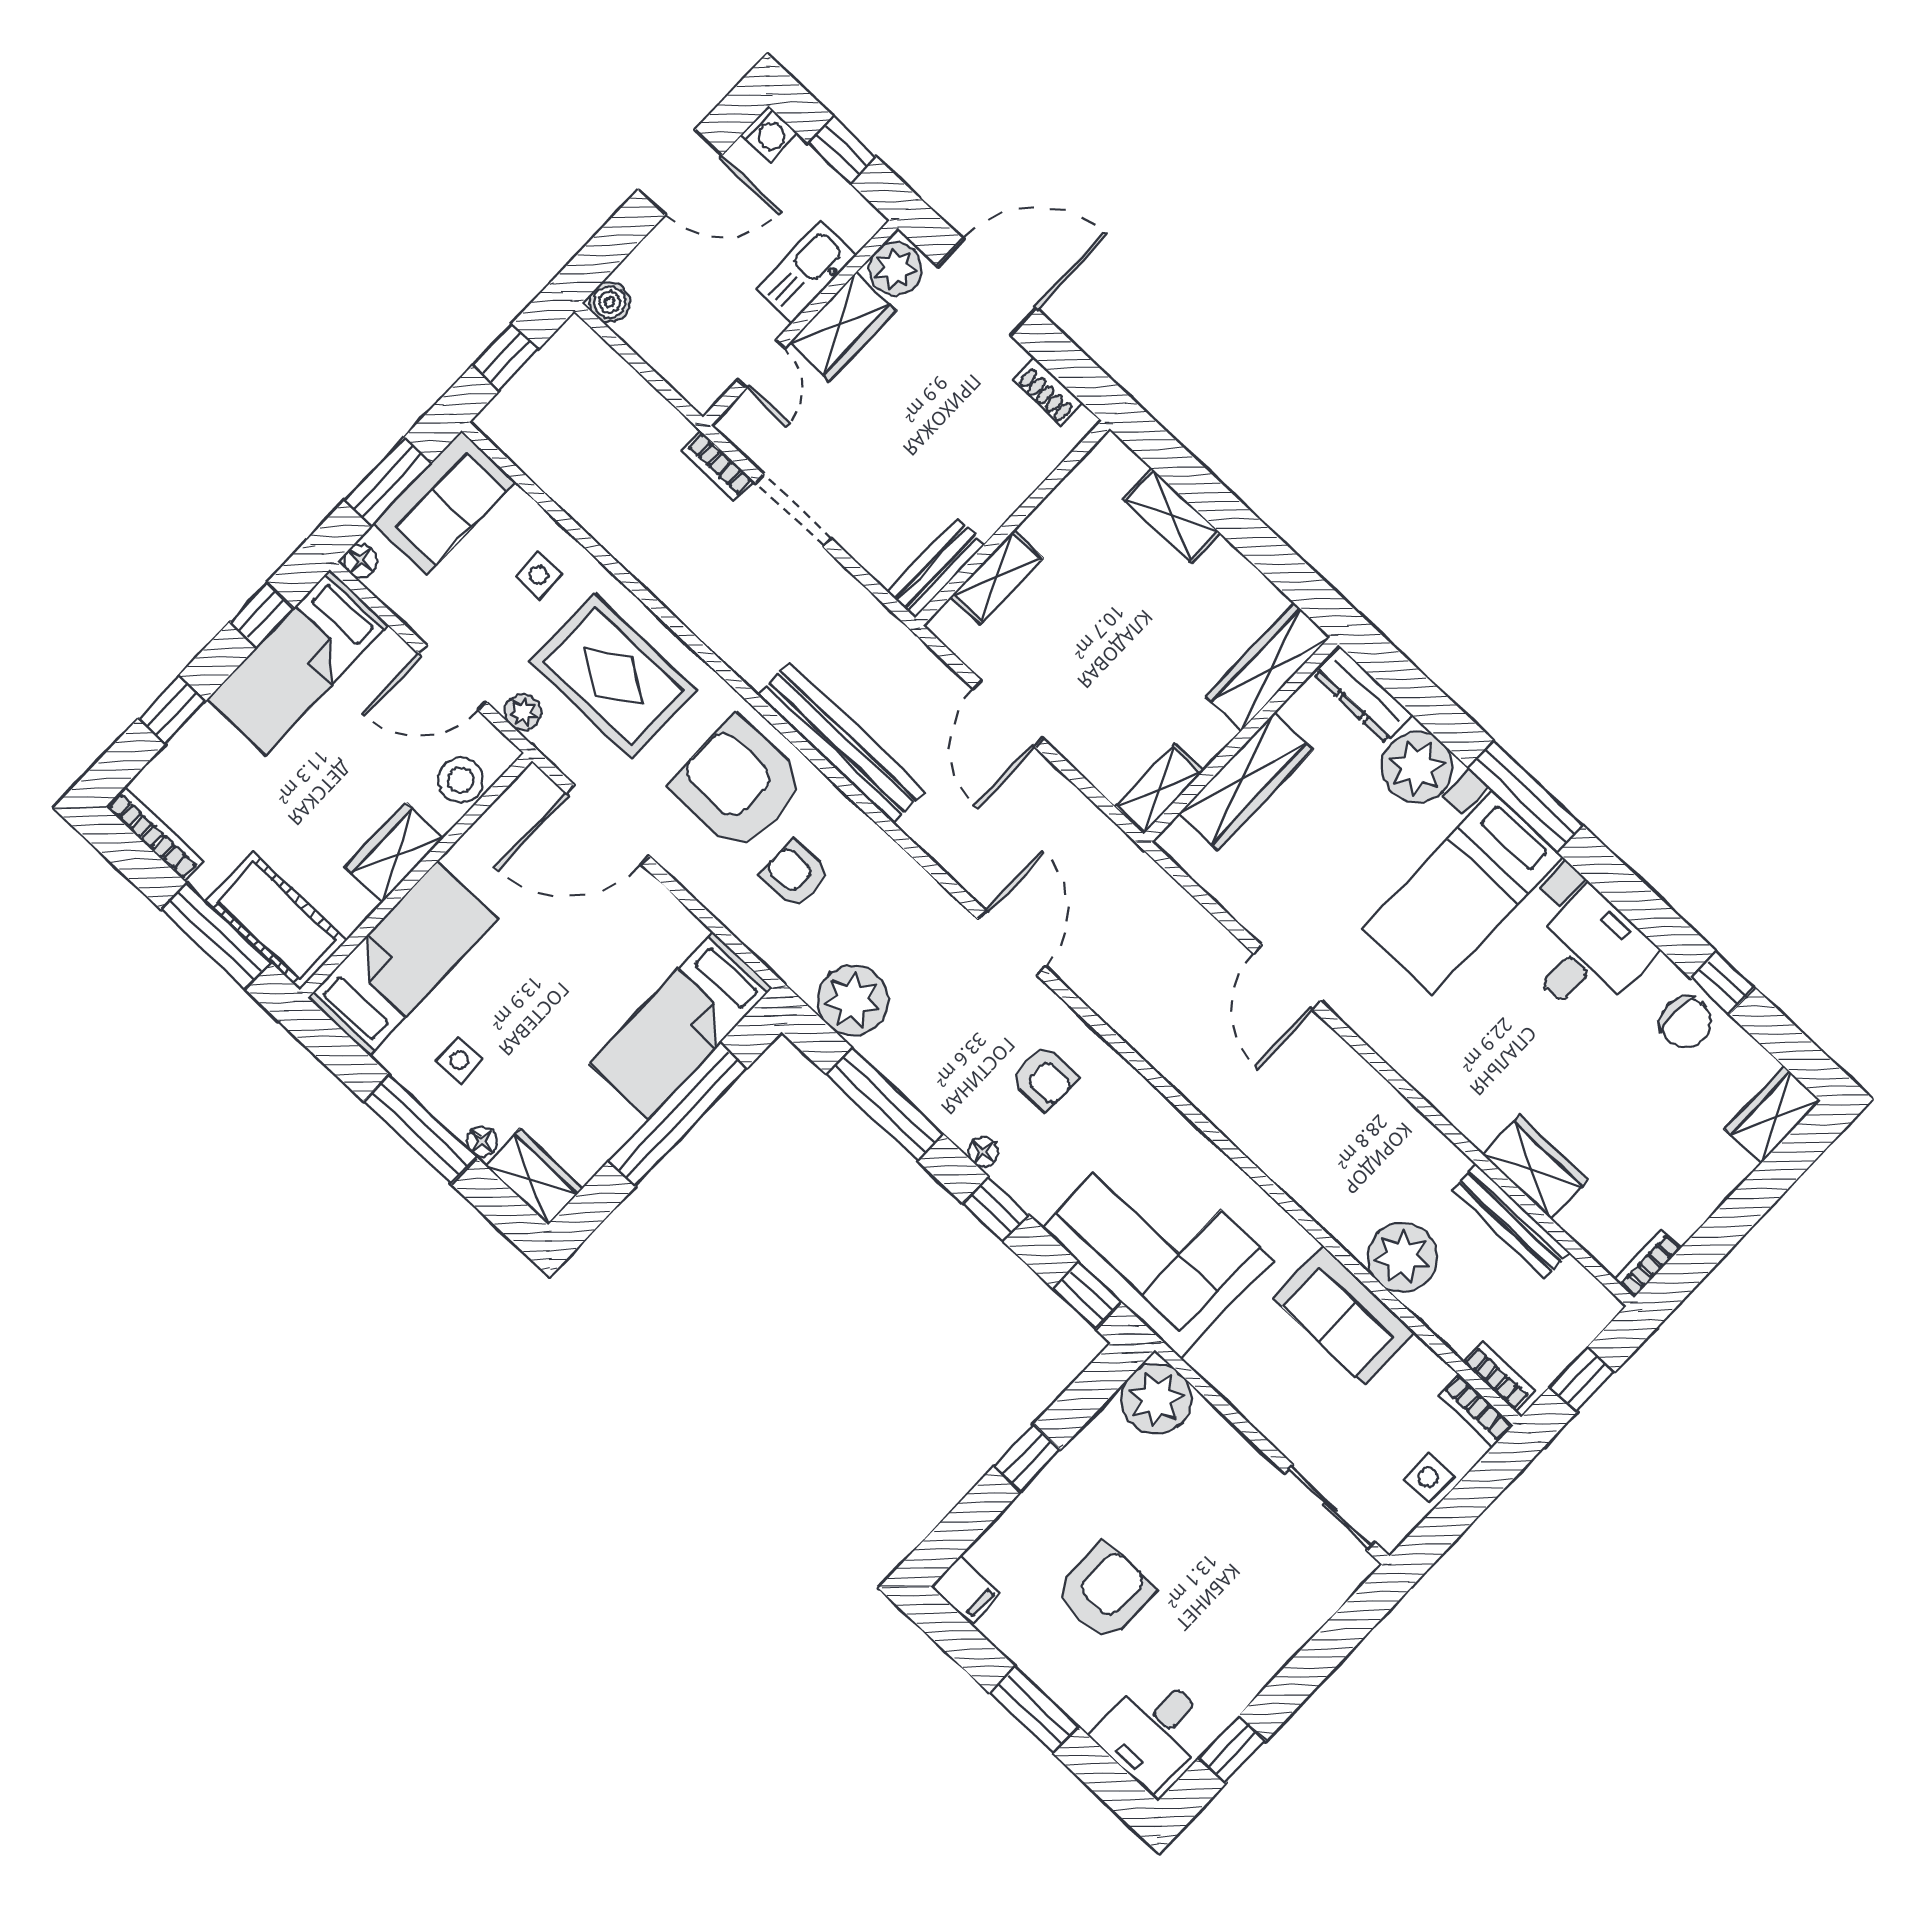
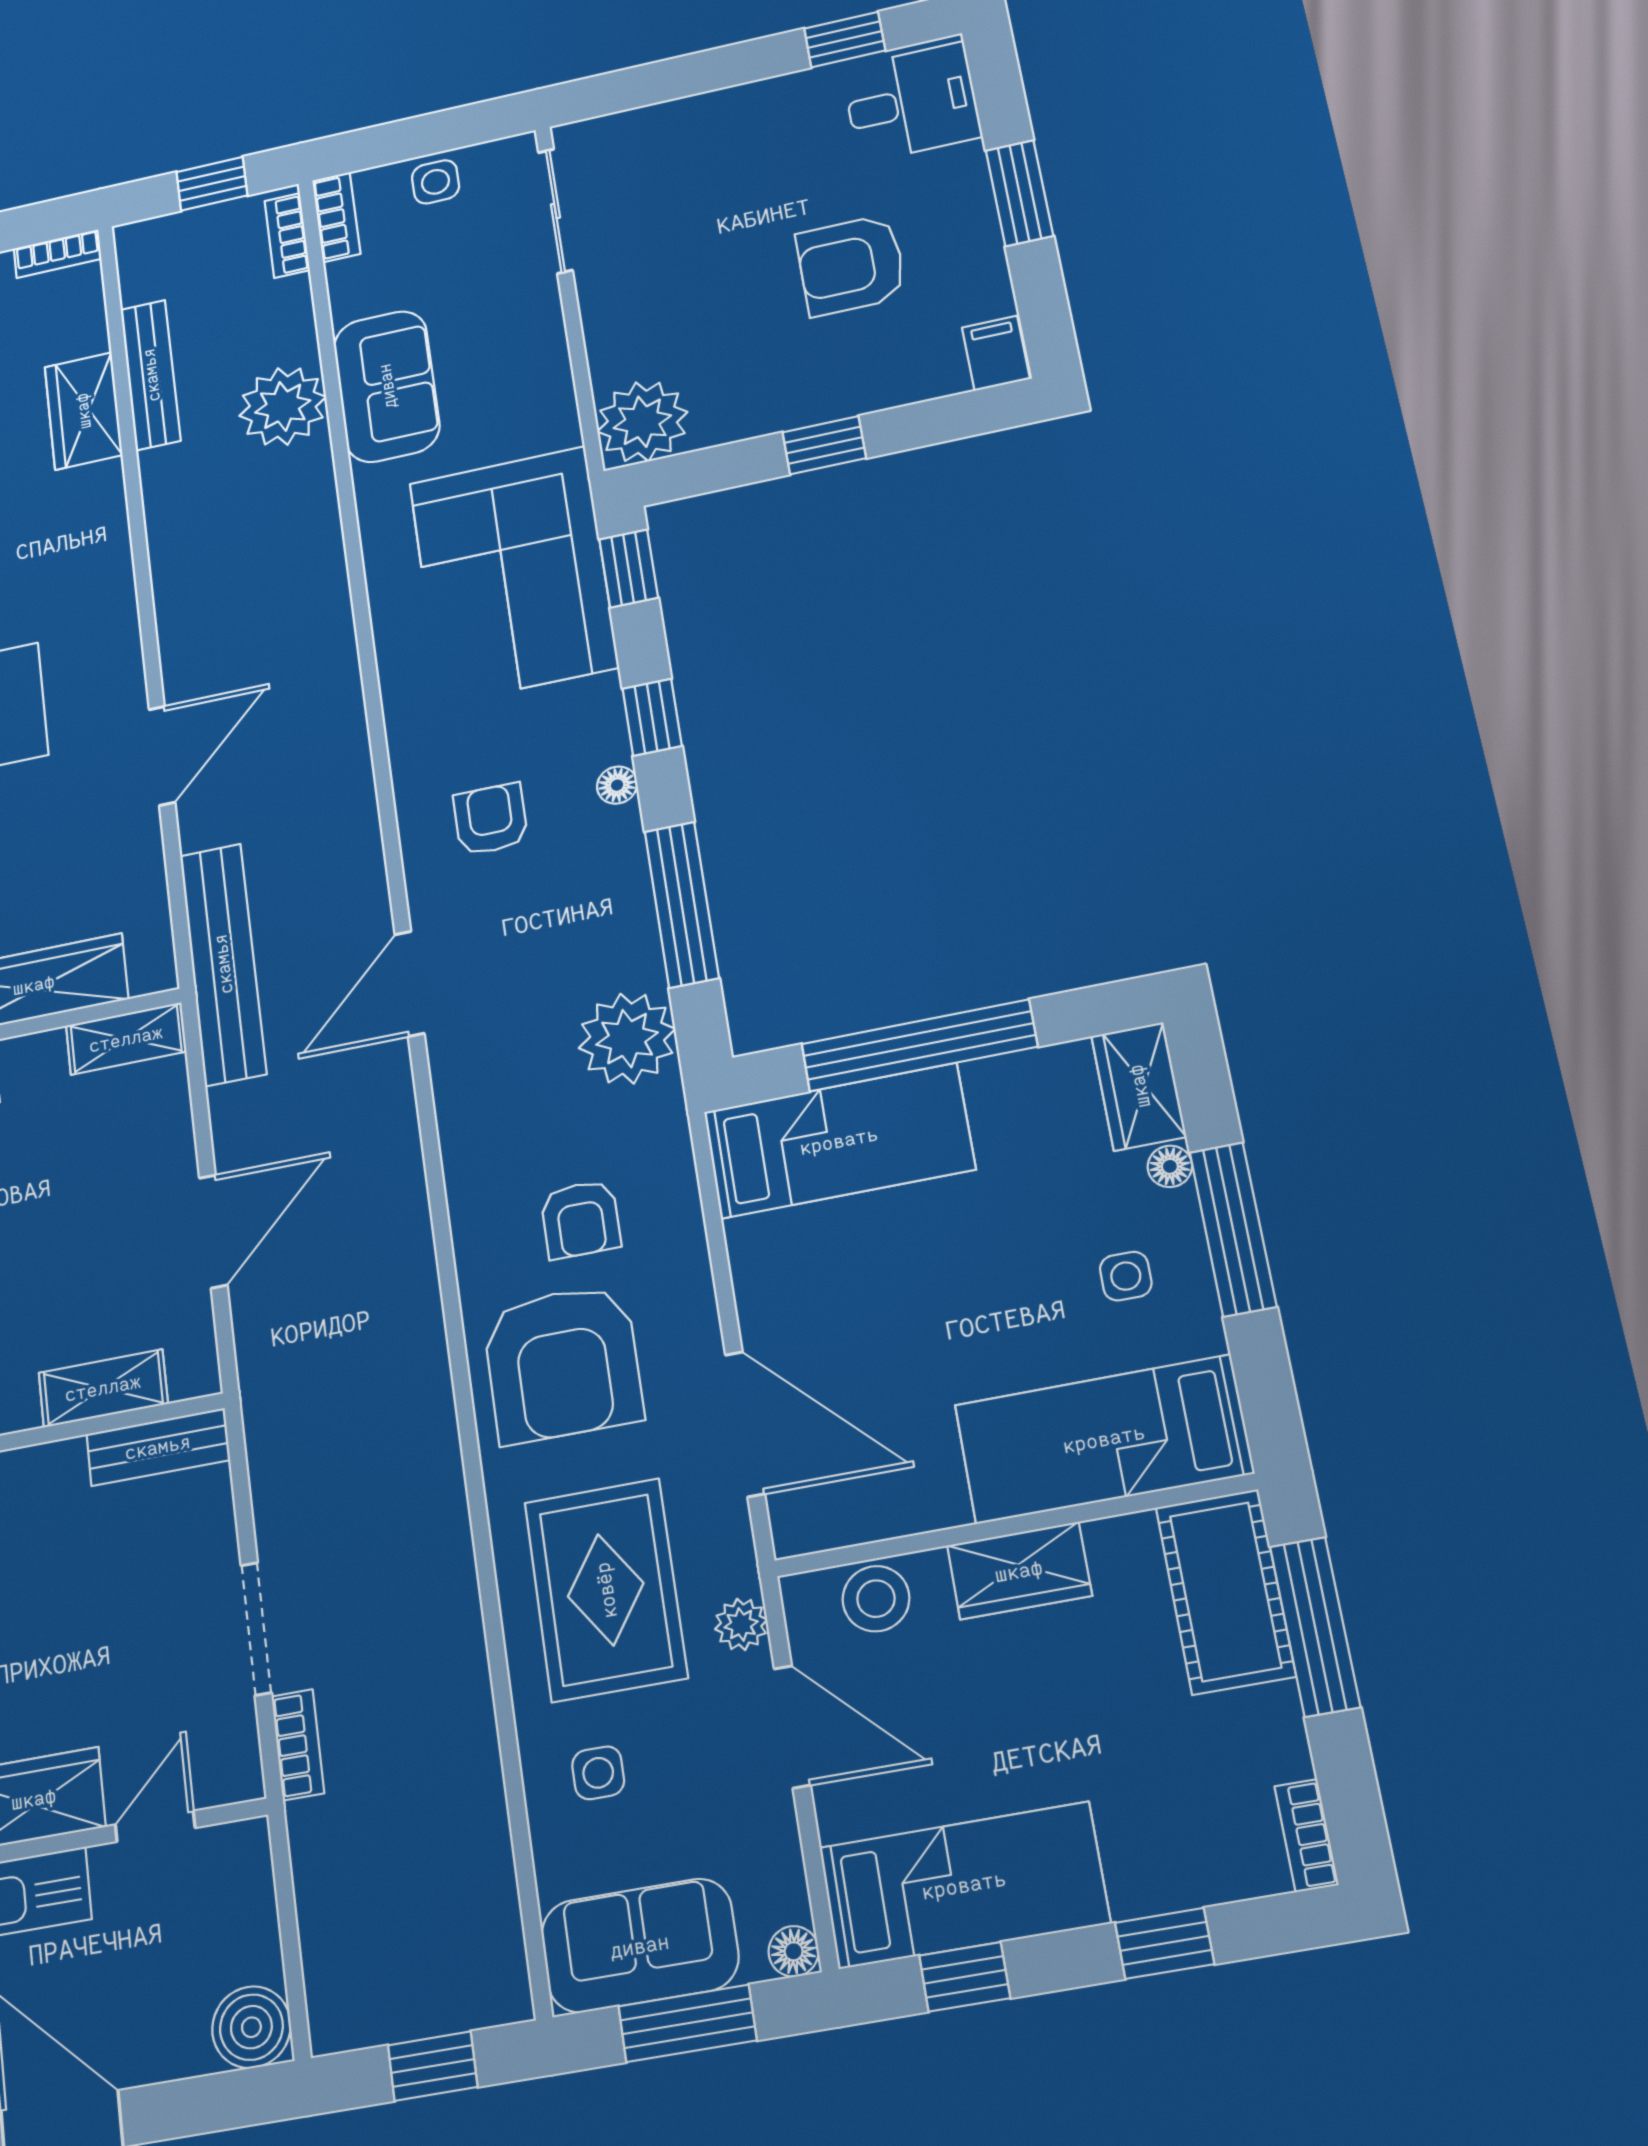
boiler: (610, 302) -> (251, 2027), width x1.36, depth x1.36
bench: (842, 743) -> (223, 964), moved
bookcase: (155, 834) -> (1306, 1835), width x0.64

